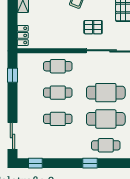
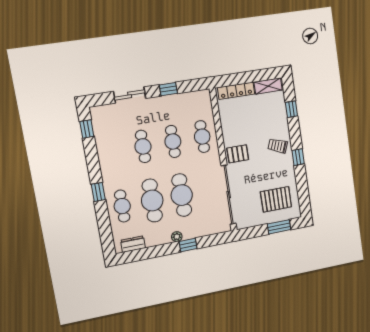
pallet: (93, 27) -> (238, 154), moved, turned 90
locker: (23, 35) -> (236, 91), width x1.53
window: (12, 75) -> (168, 89), moved
sliding door: (12, 136) -> (130, 95), moved

